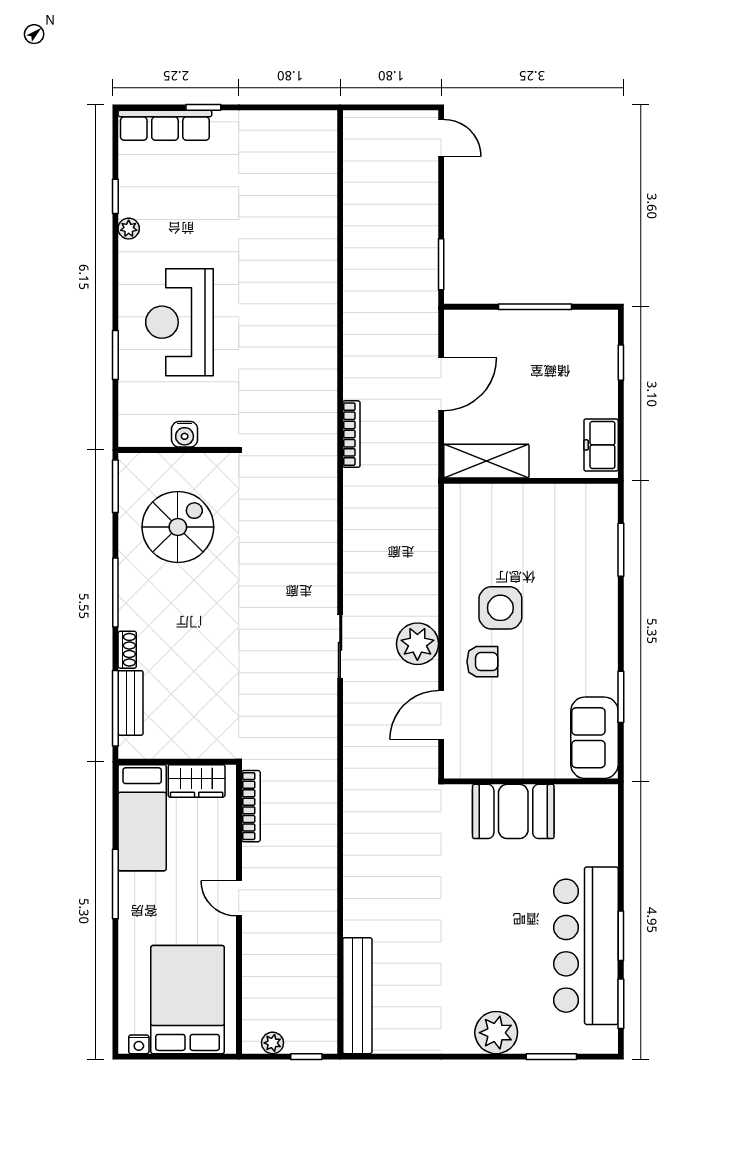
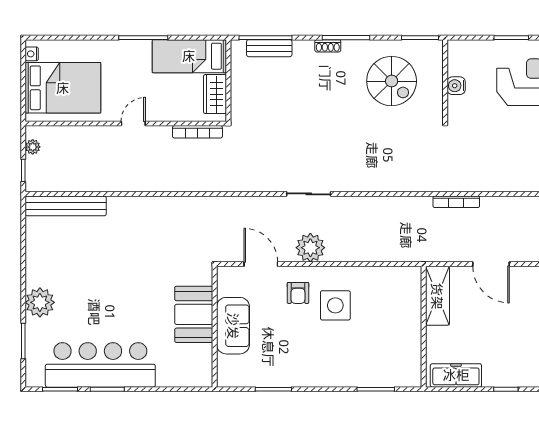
freezer: (601, 445) -> (456, 375), width x1.40
shoe rack: (127, 650) -> (328, 46), moved
sofa: (594, 738) -> (233, 326), moved, turned 90

